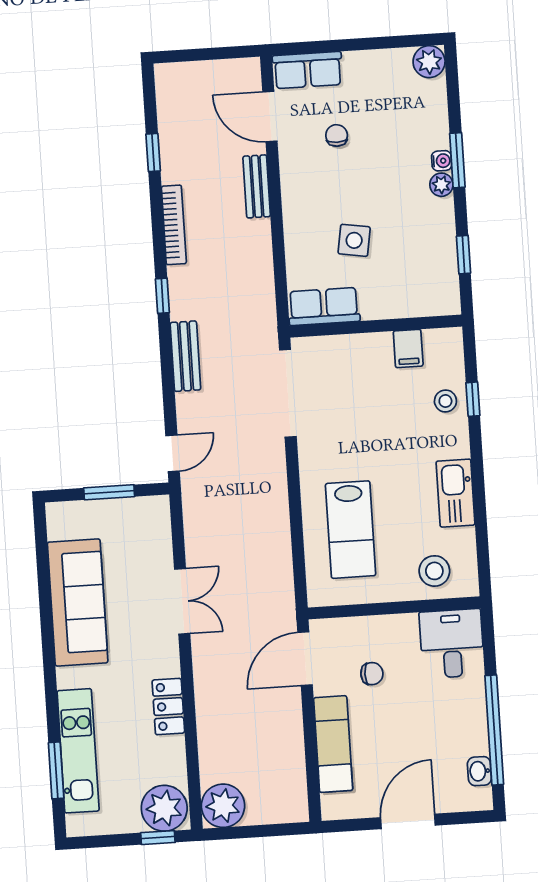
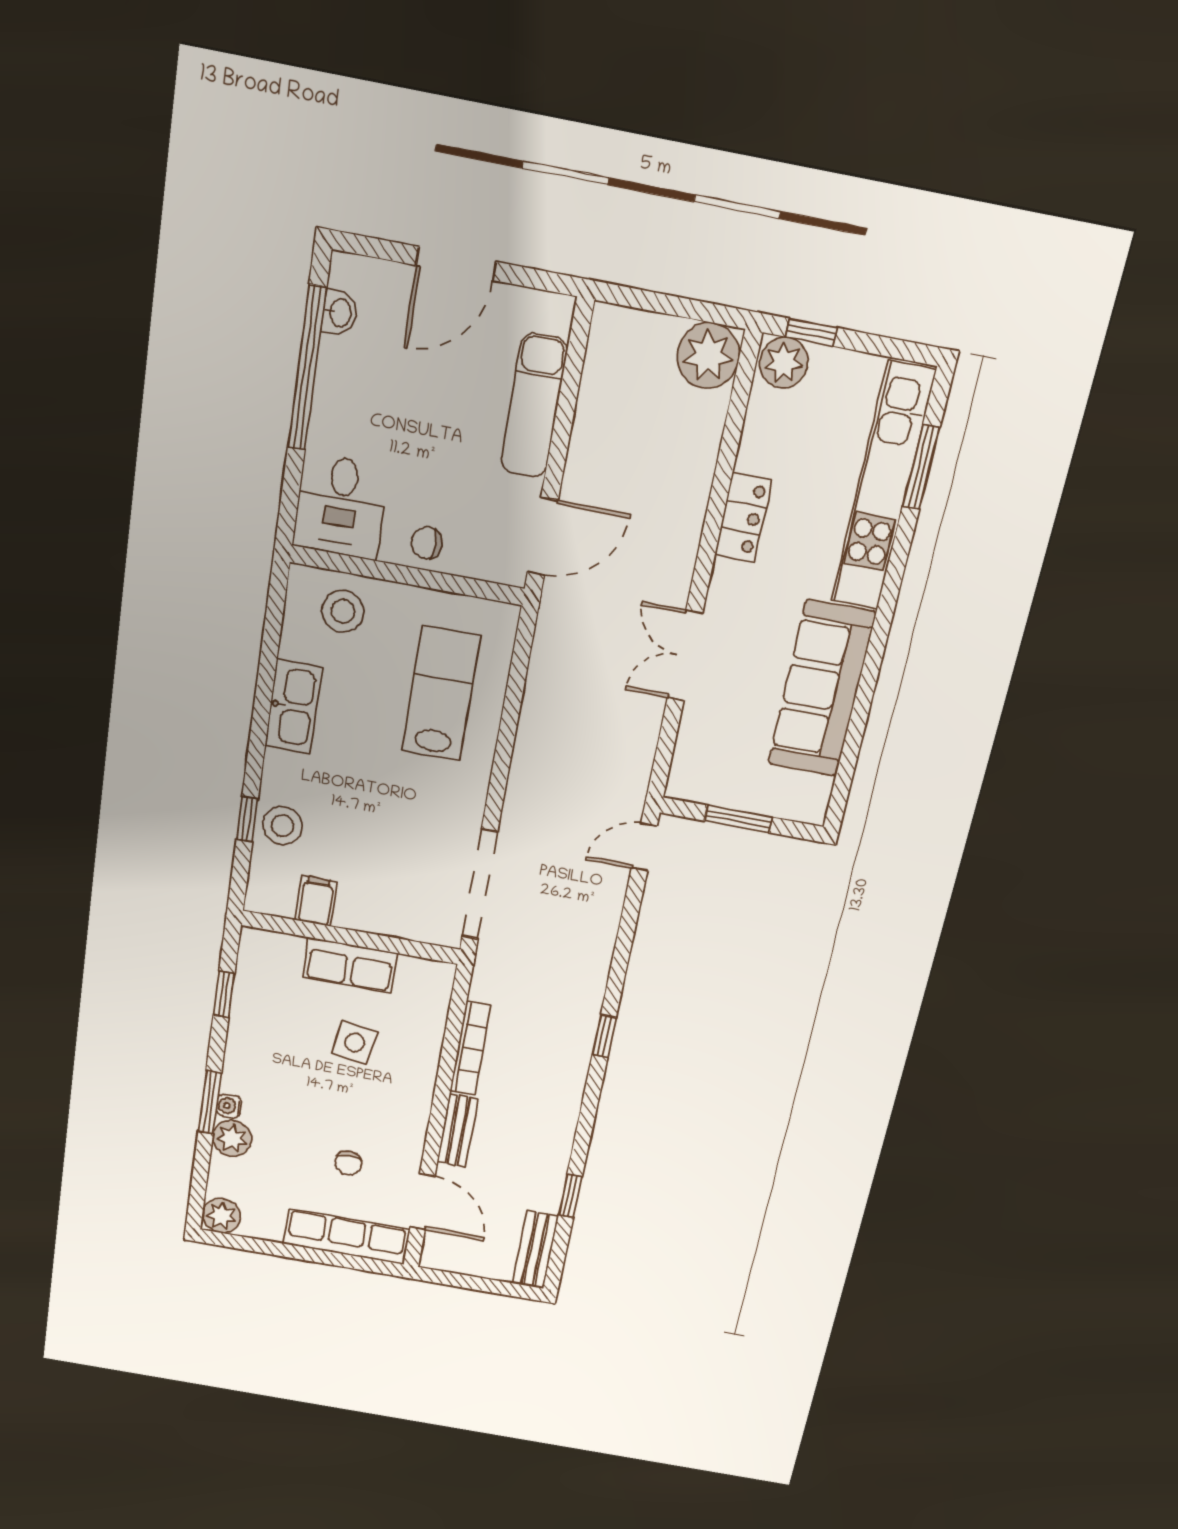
row of seats: (308, 70) -> (346, 1237), width x1.48
plant: (441, 185) -> (232, 1138), moved, width x1.38, depth x1.38
bookcase: (174, 225) -> (470, 1048), moved, turned 180
row of seats: (324, 306) -> (350, 965), moved
bench: (185, 356) -> (535, 1250), moved
stool: (445, 401) -> (283, 826), width x1.37, depth x1.37
chair: (372, 674) -> (427, 543), moved
kitchen unit: (78, 751) -> (883, 487), width x1.36
plant: (164, 808) -> (784, 363), width x0.73, depth x0.73

